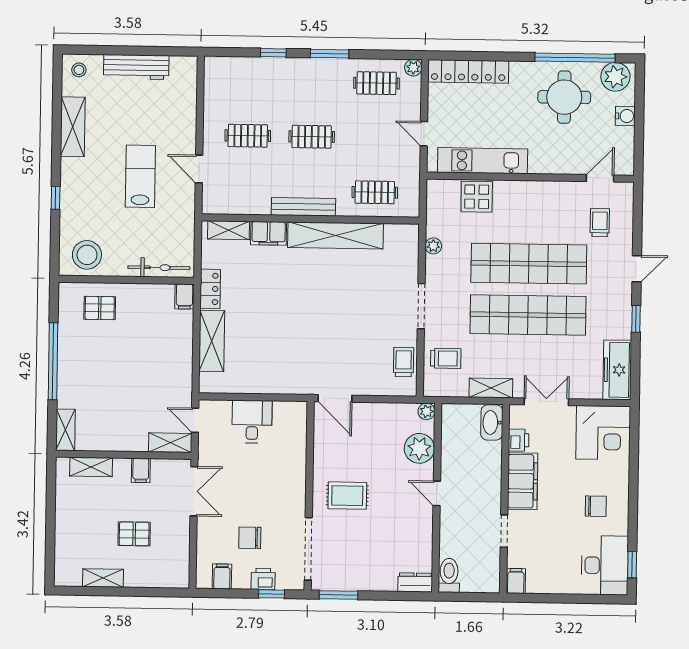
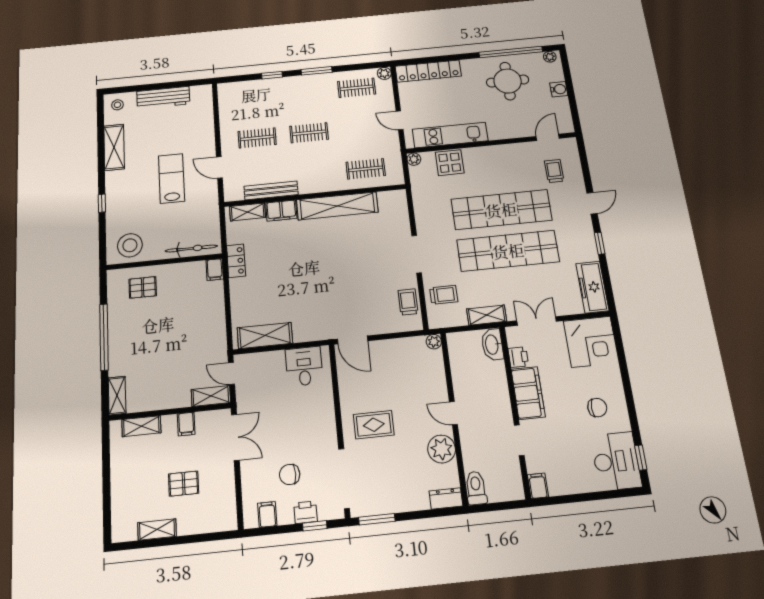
plant: (615, 77) -> (550, 57), width x0.53, depth x0.53
bench: (303, 207) -> (271, 190), moved
plant: (433, 246) -> (414, 159), moved
shelving: (212, 341) -> (265, 336), moved, turned 90
desk: (252, 422) -> (304, 366), moved
plant: (419, 448) -> (442, 449), moved

